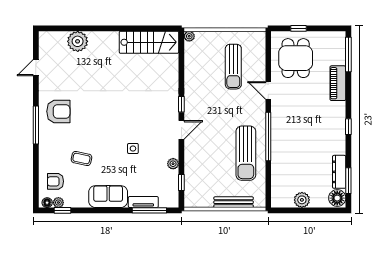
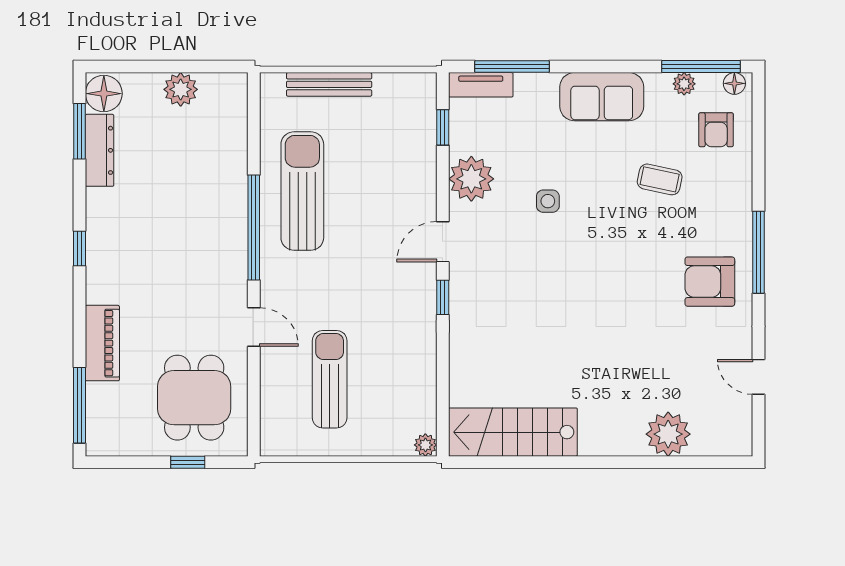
door: (36, 68) -> (759, 377), swing flipped
plant: (173, 164) -> (471, 179), width x1.87, depth x1.87
armchair: (56, 181) -> (716, 130), turned 90
tv unit: (143, 202) -> (481, 85), moved
plant: (58, 203) -> (684, 84), moved
window: (62, 210) -> (701, 67), width x2.17

